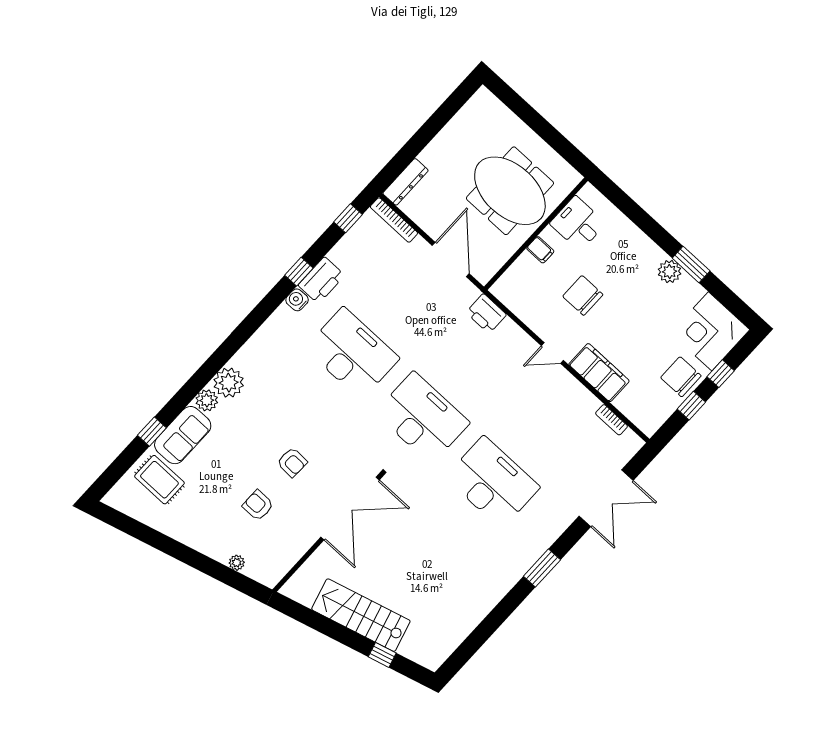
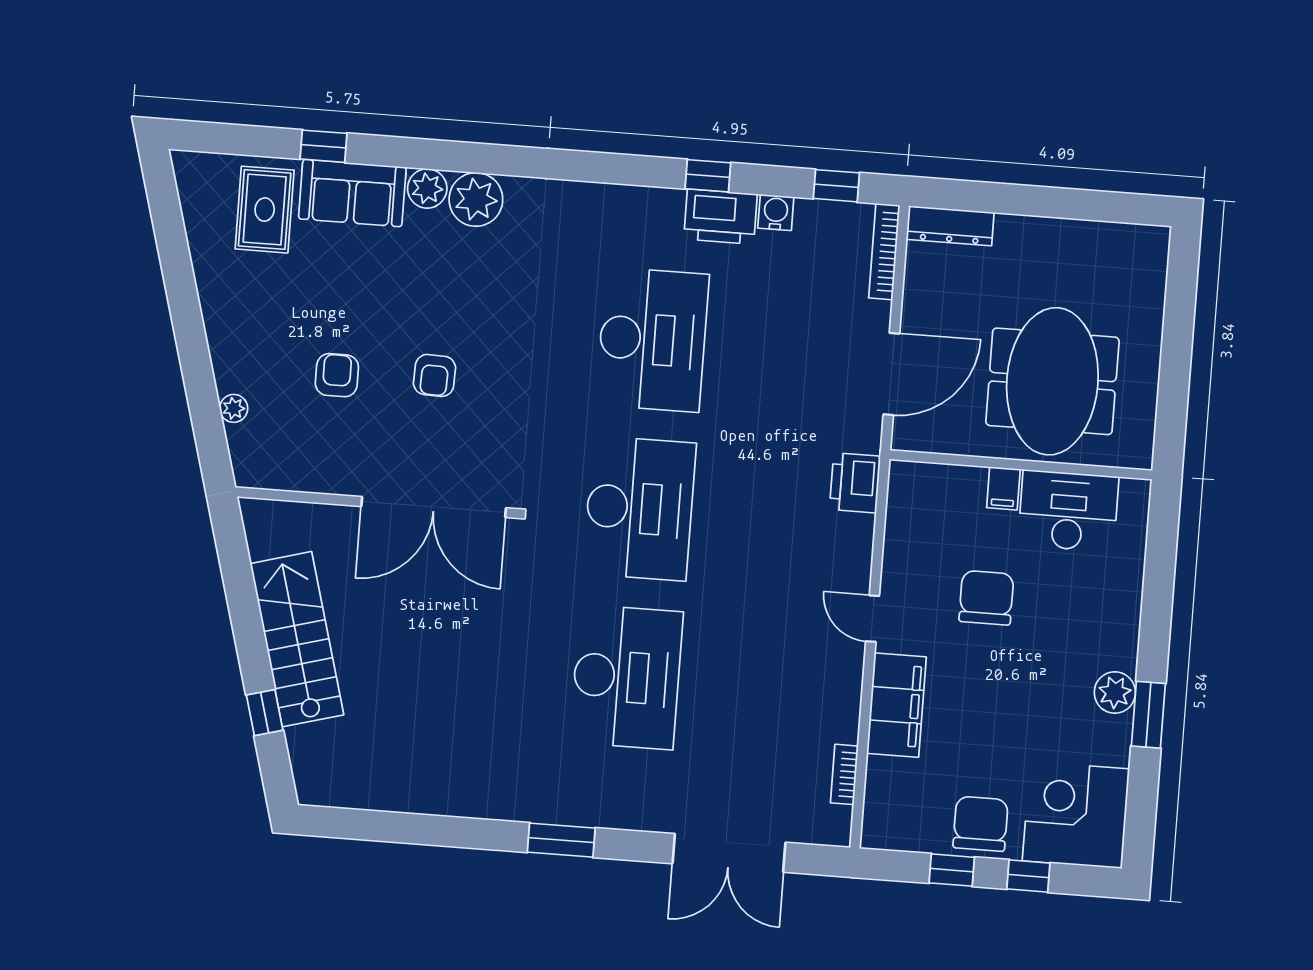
desk: (578, 223) -> (1068, 511), width x1.37
water cooler: (297, 300) -> (776, 212), moved

